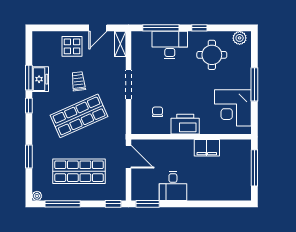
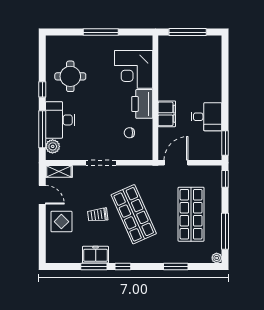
plant: (240, 38) -> (53, 146), moved
corner desk: (233, 108) -> (134, 69), moved, turned 90
filing cabinet: (207, 148) -> (167, 114), moved

